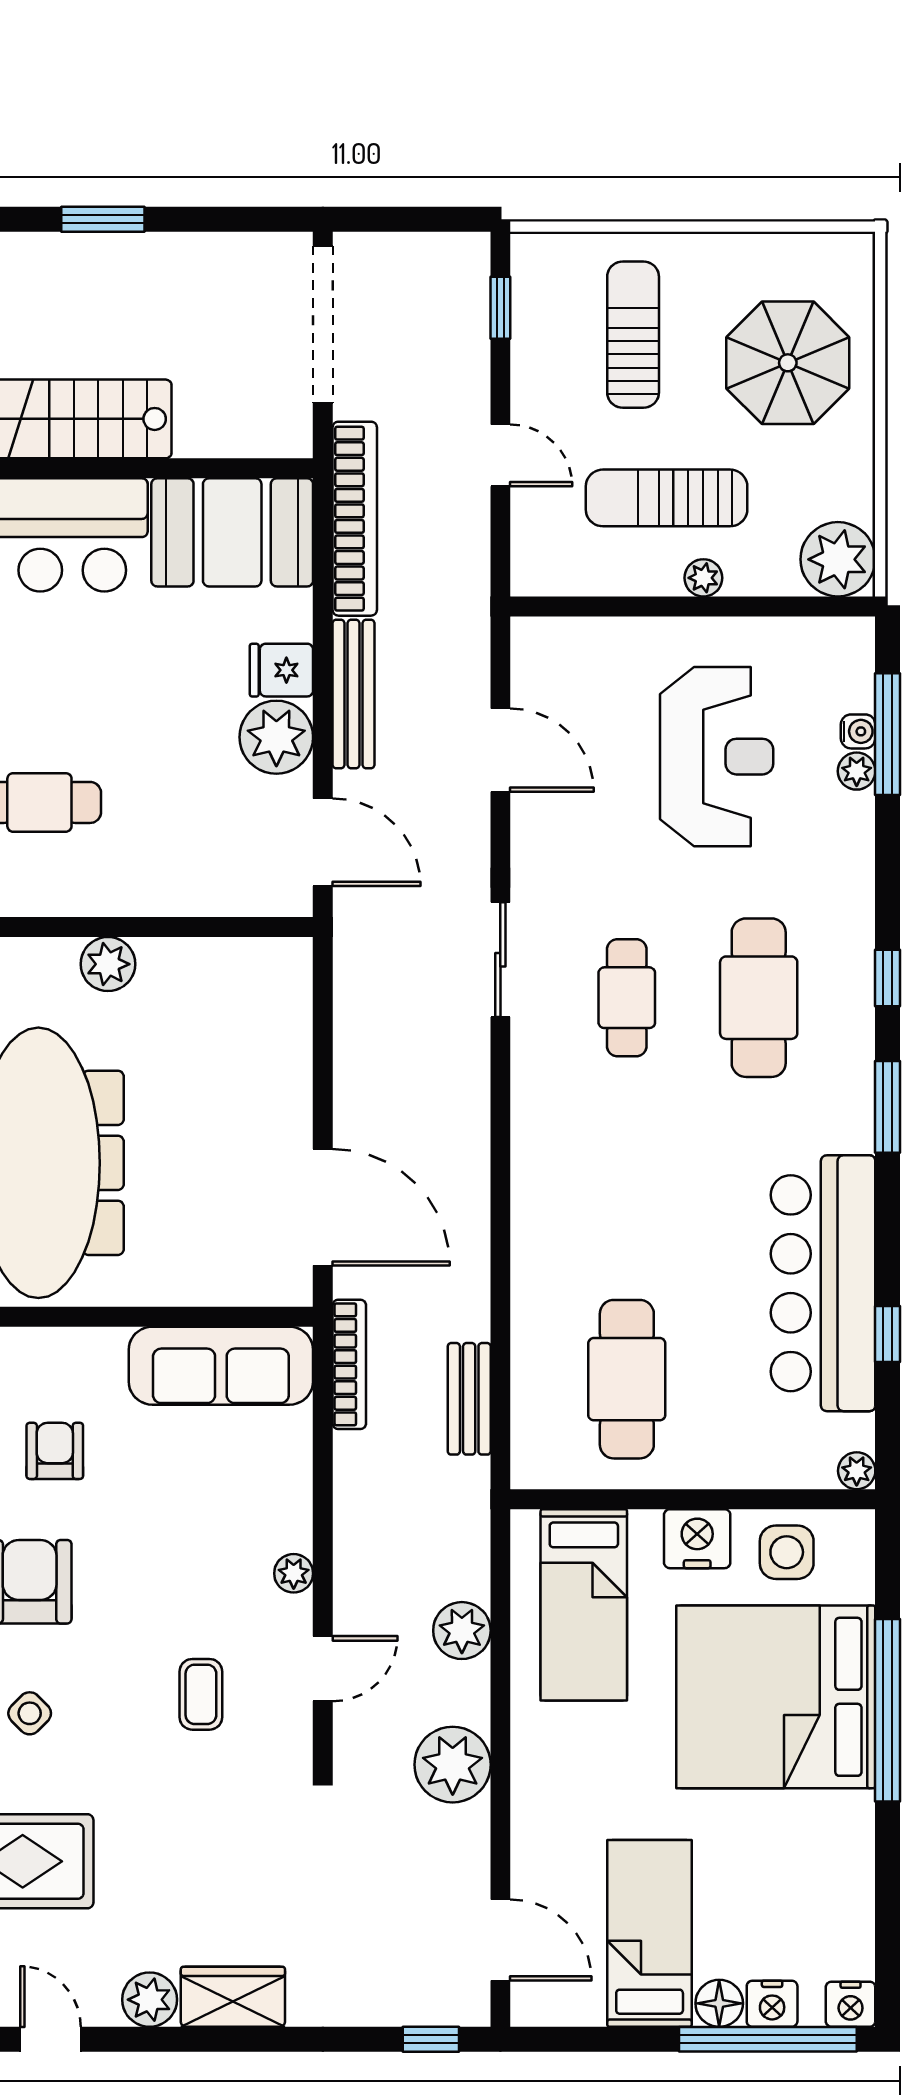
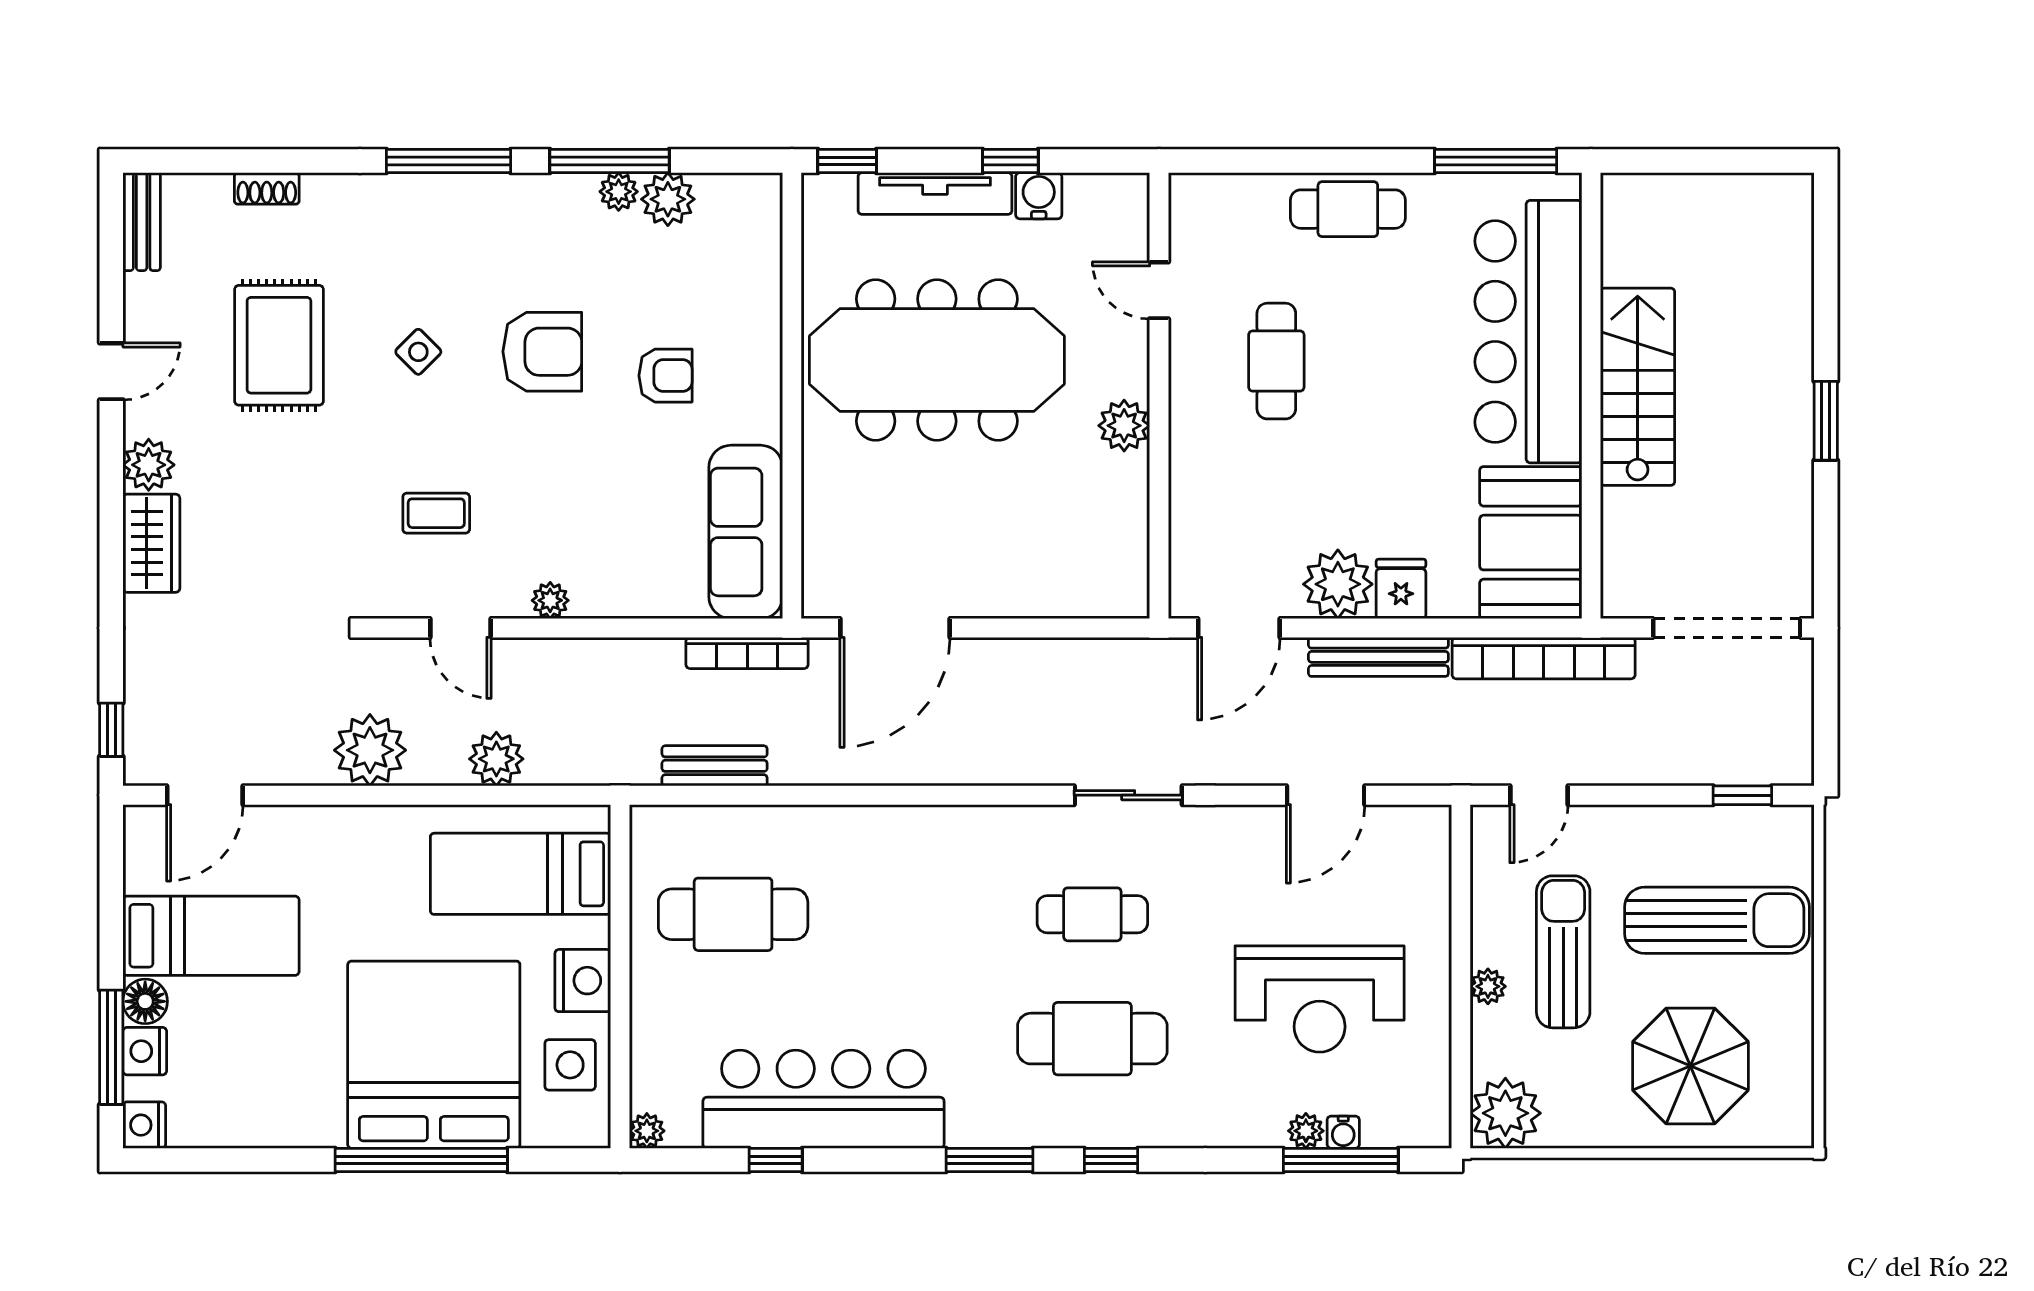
sun lounger: (633, 335) -> (1717, 920), width x1.36, depth x1.34
door: (500, 455) -> (1539, 795), moved
window: (768, 2039) -> (111, 1047), width x0.68

